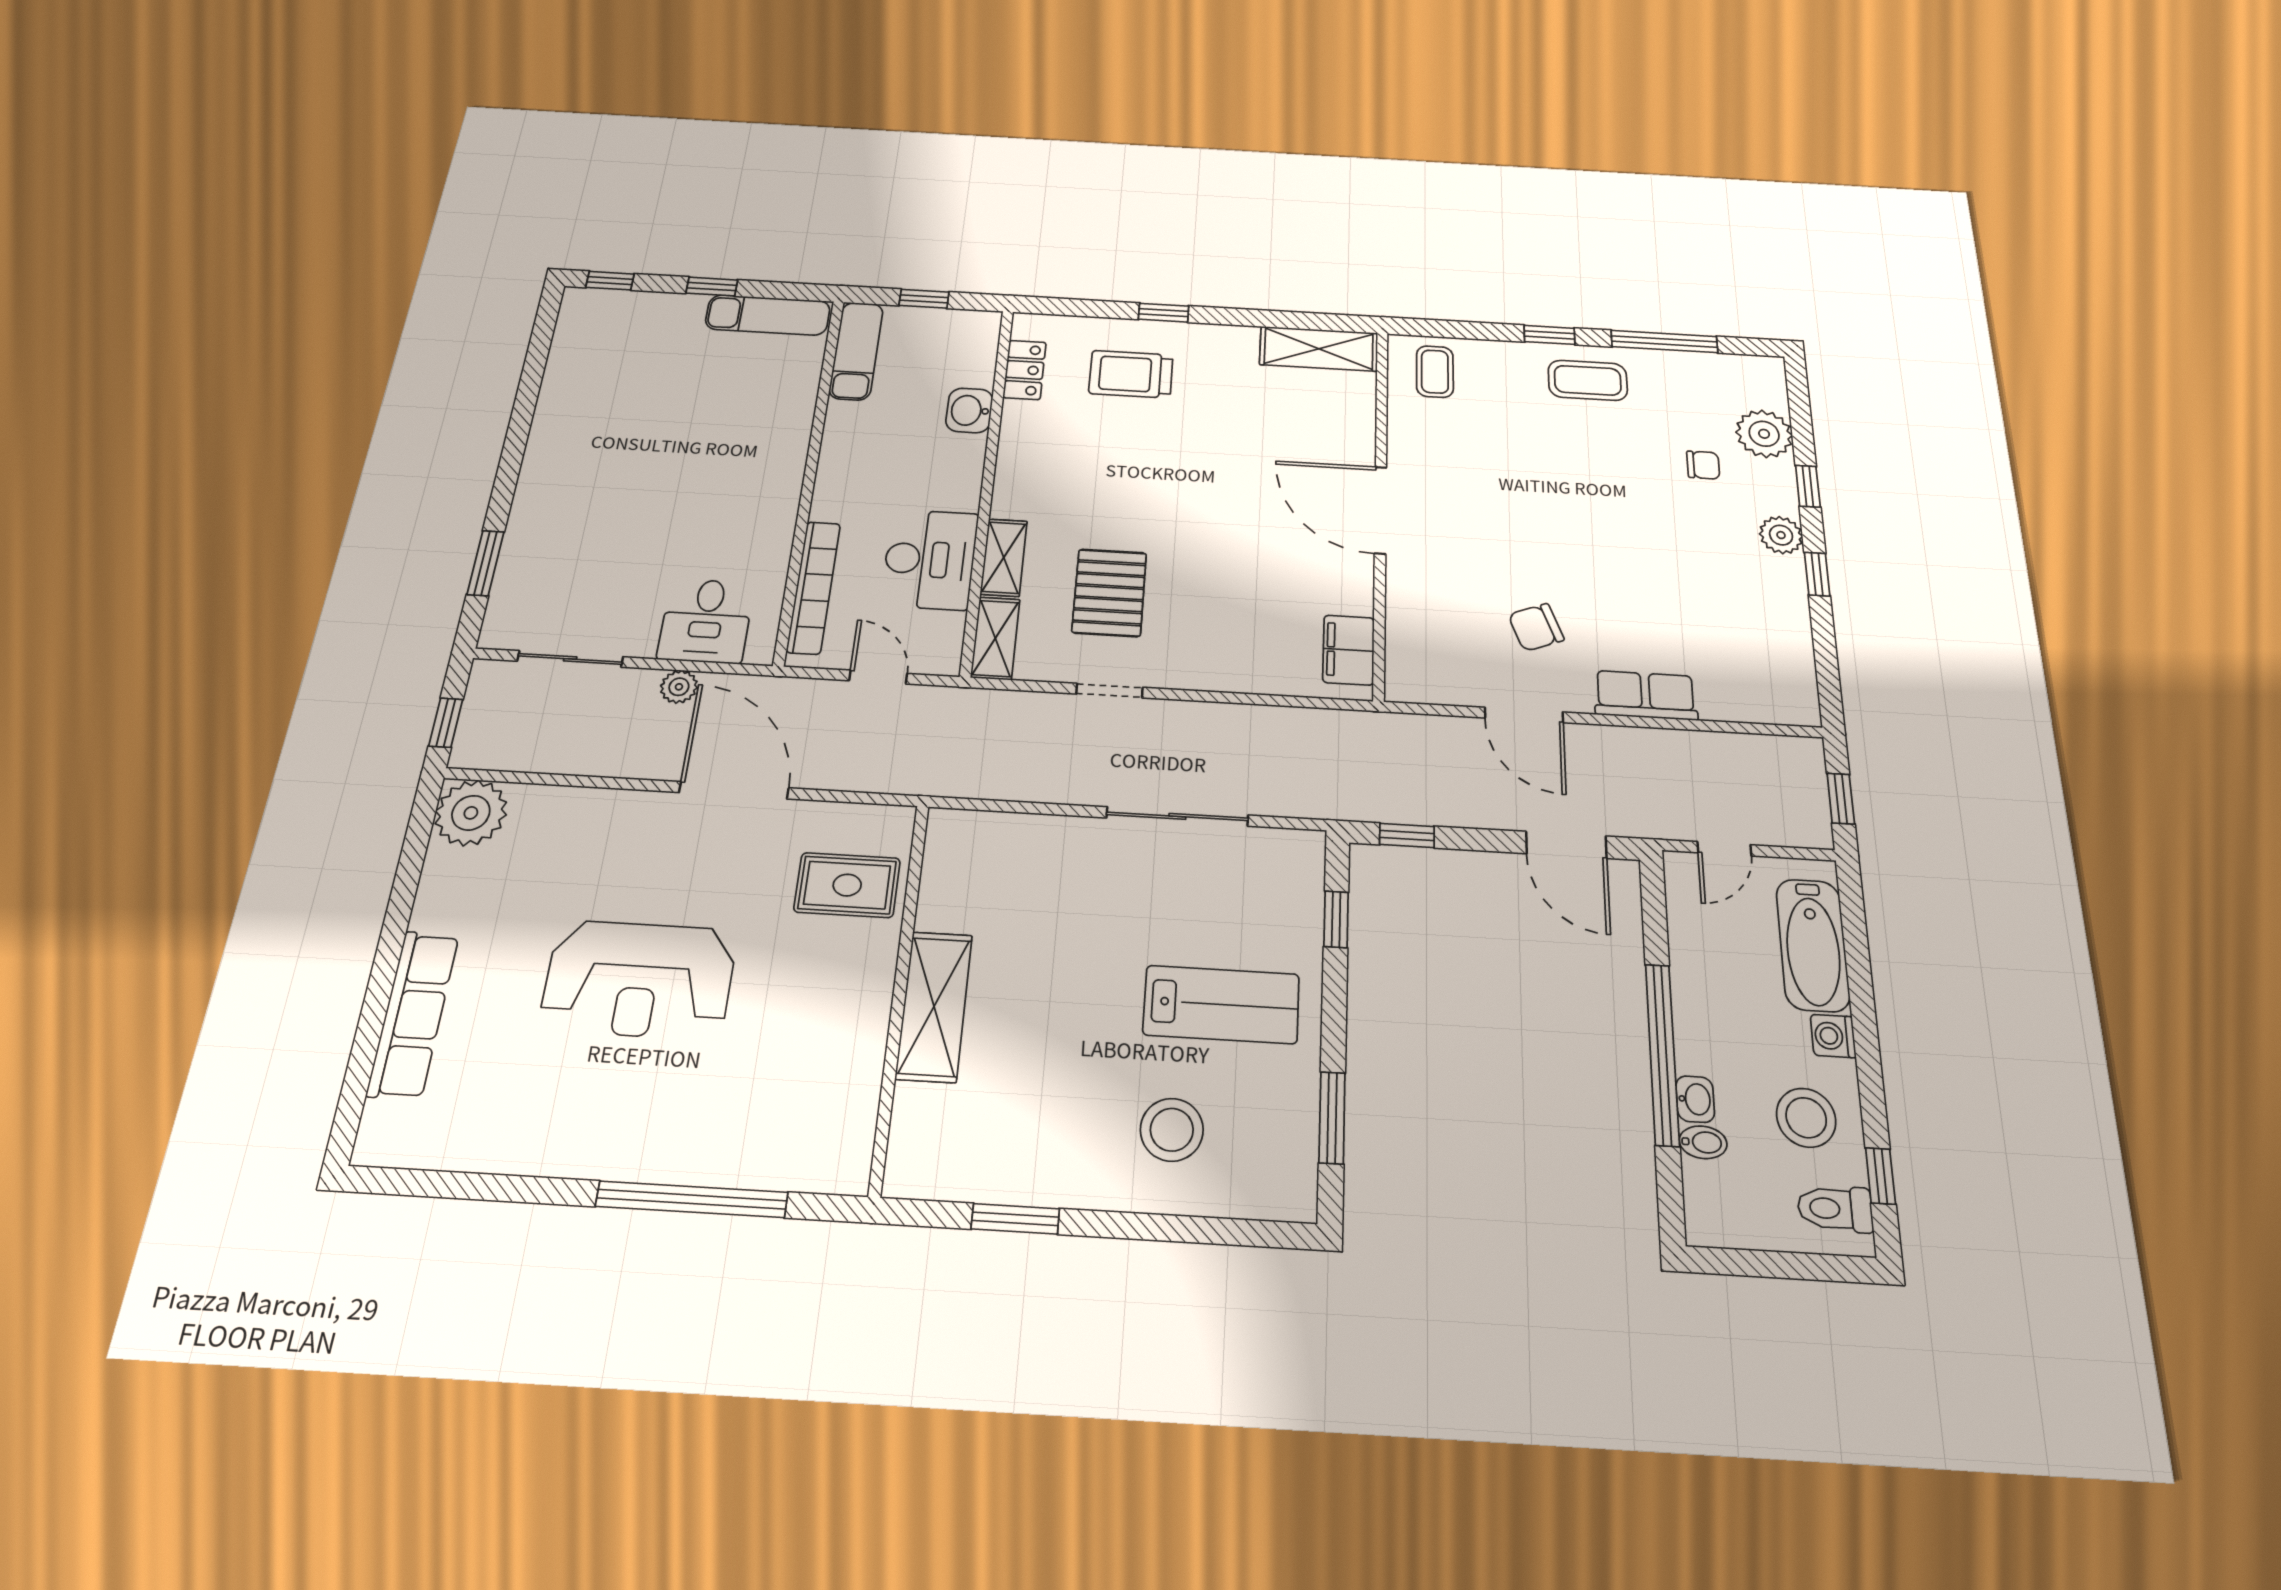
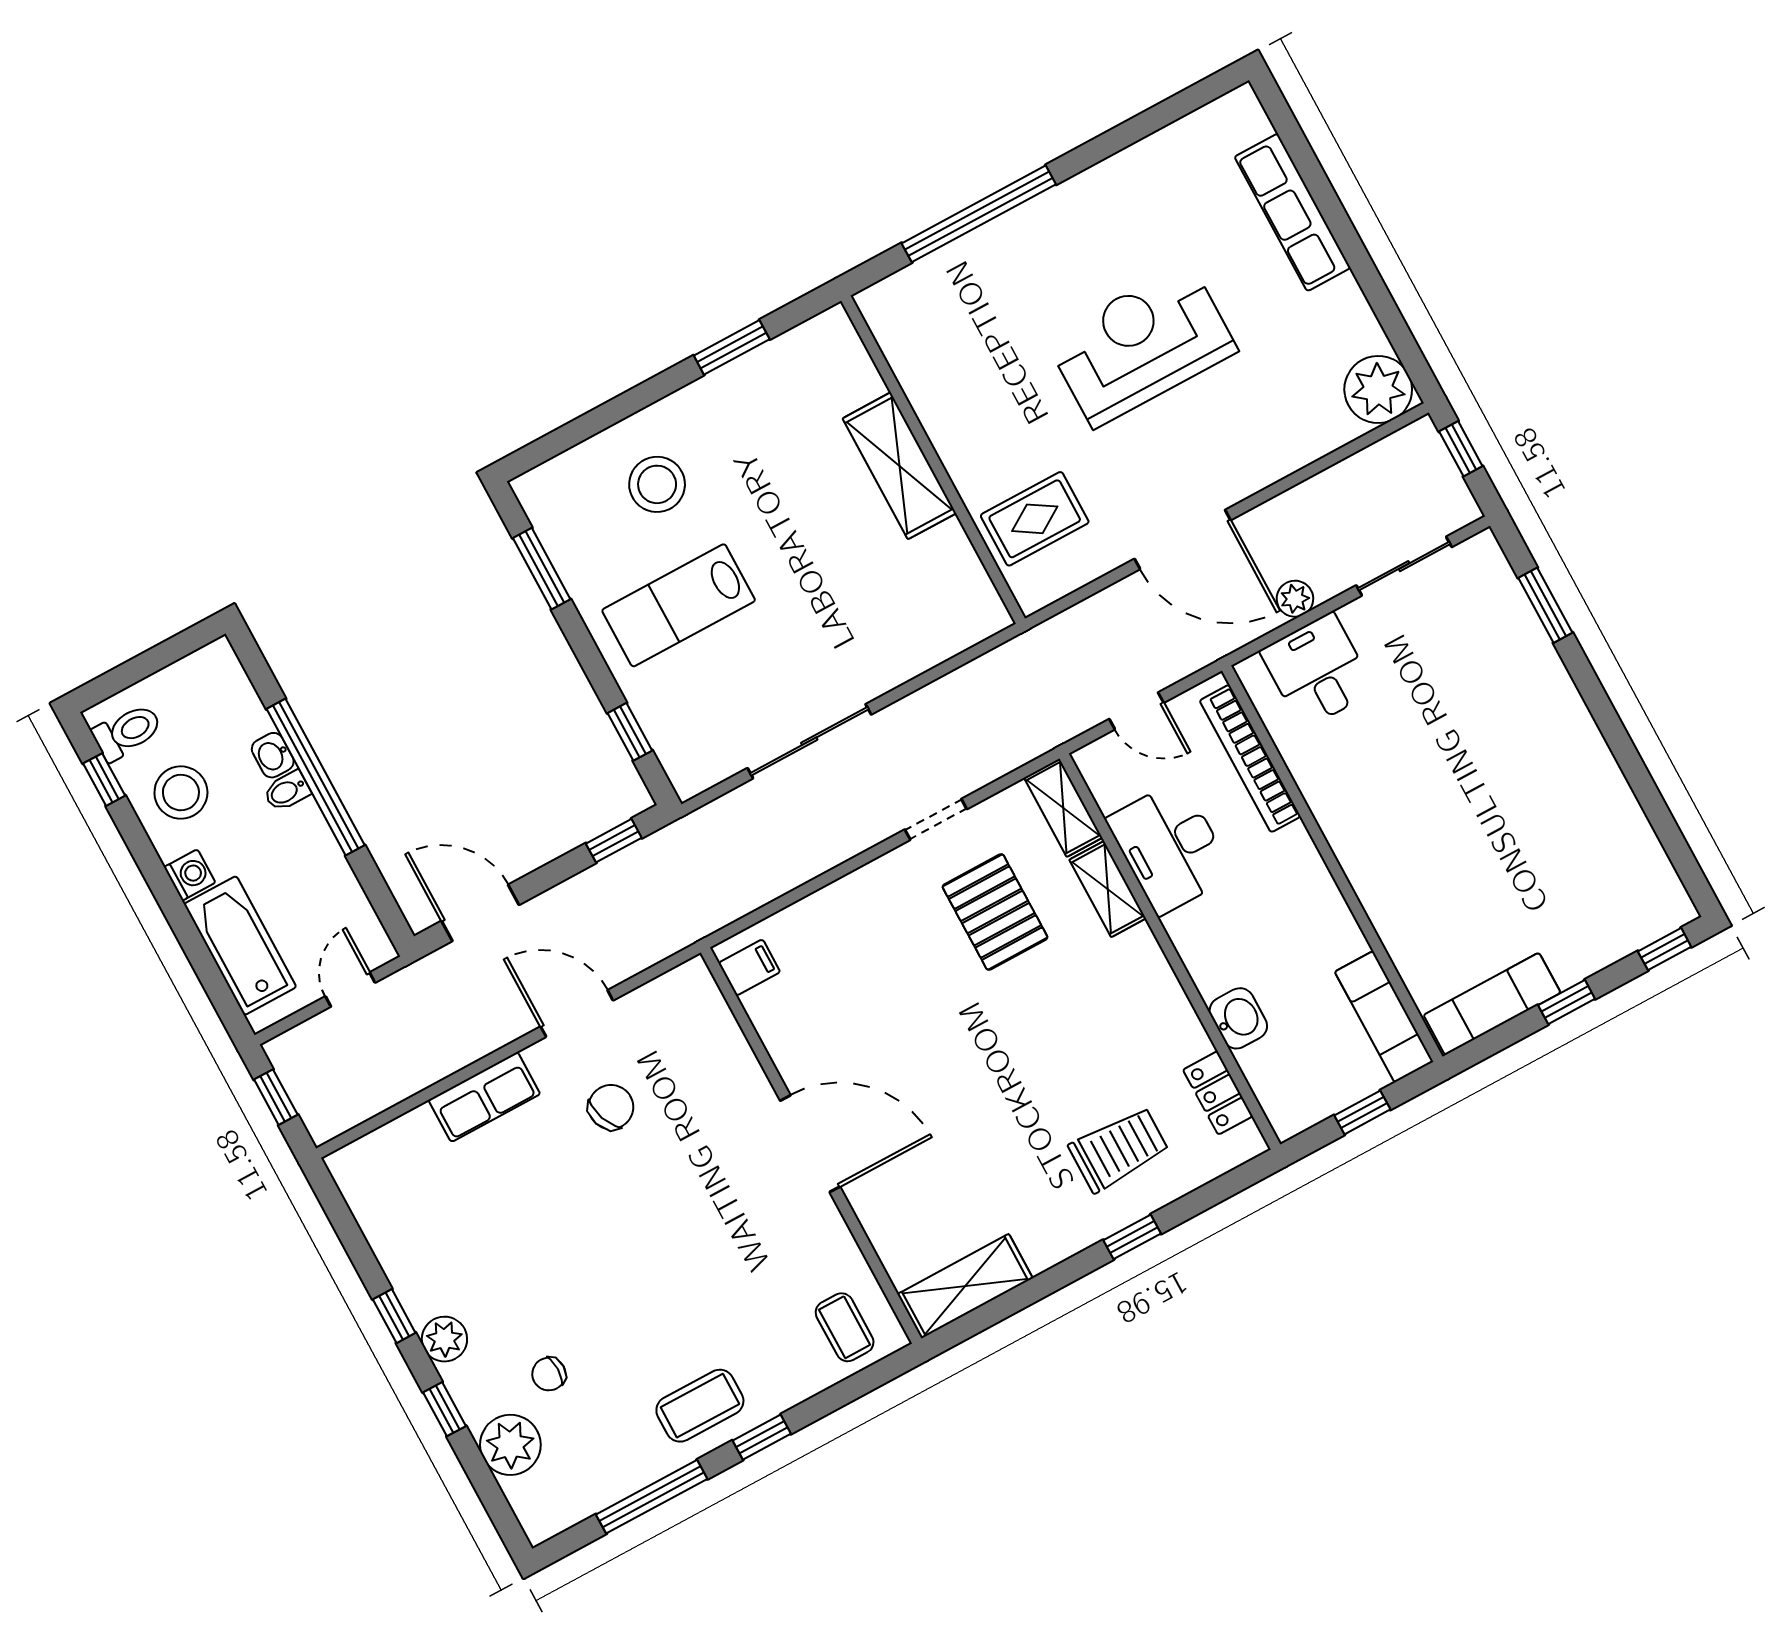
filing cabinet: (1349, 650) -> (749, 967), width x0.50
bidet: (1703, 1142) -> (287, 791), moved

